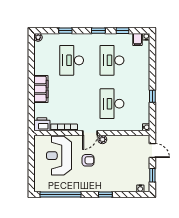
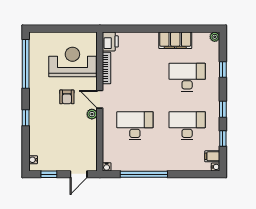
filing cabinet: (41, 89) -> (175, 40), moved
window: (152, 96) -> (144, 174), width x3.17

